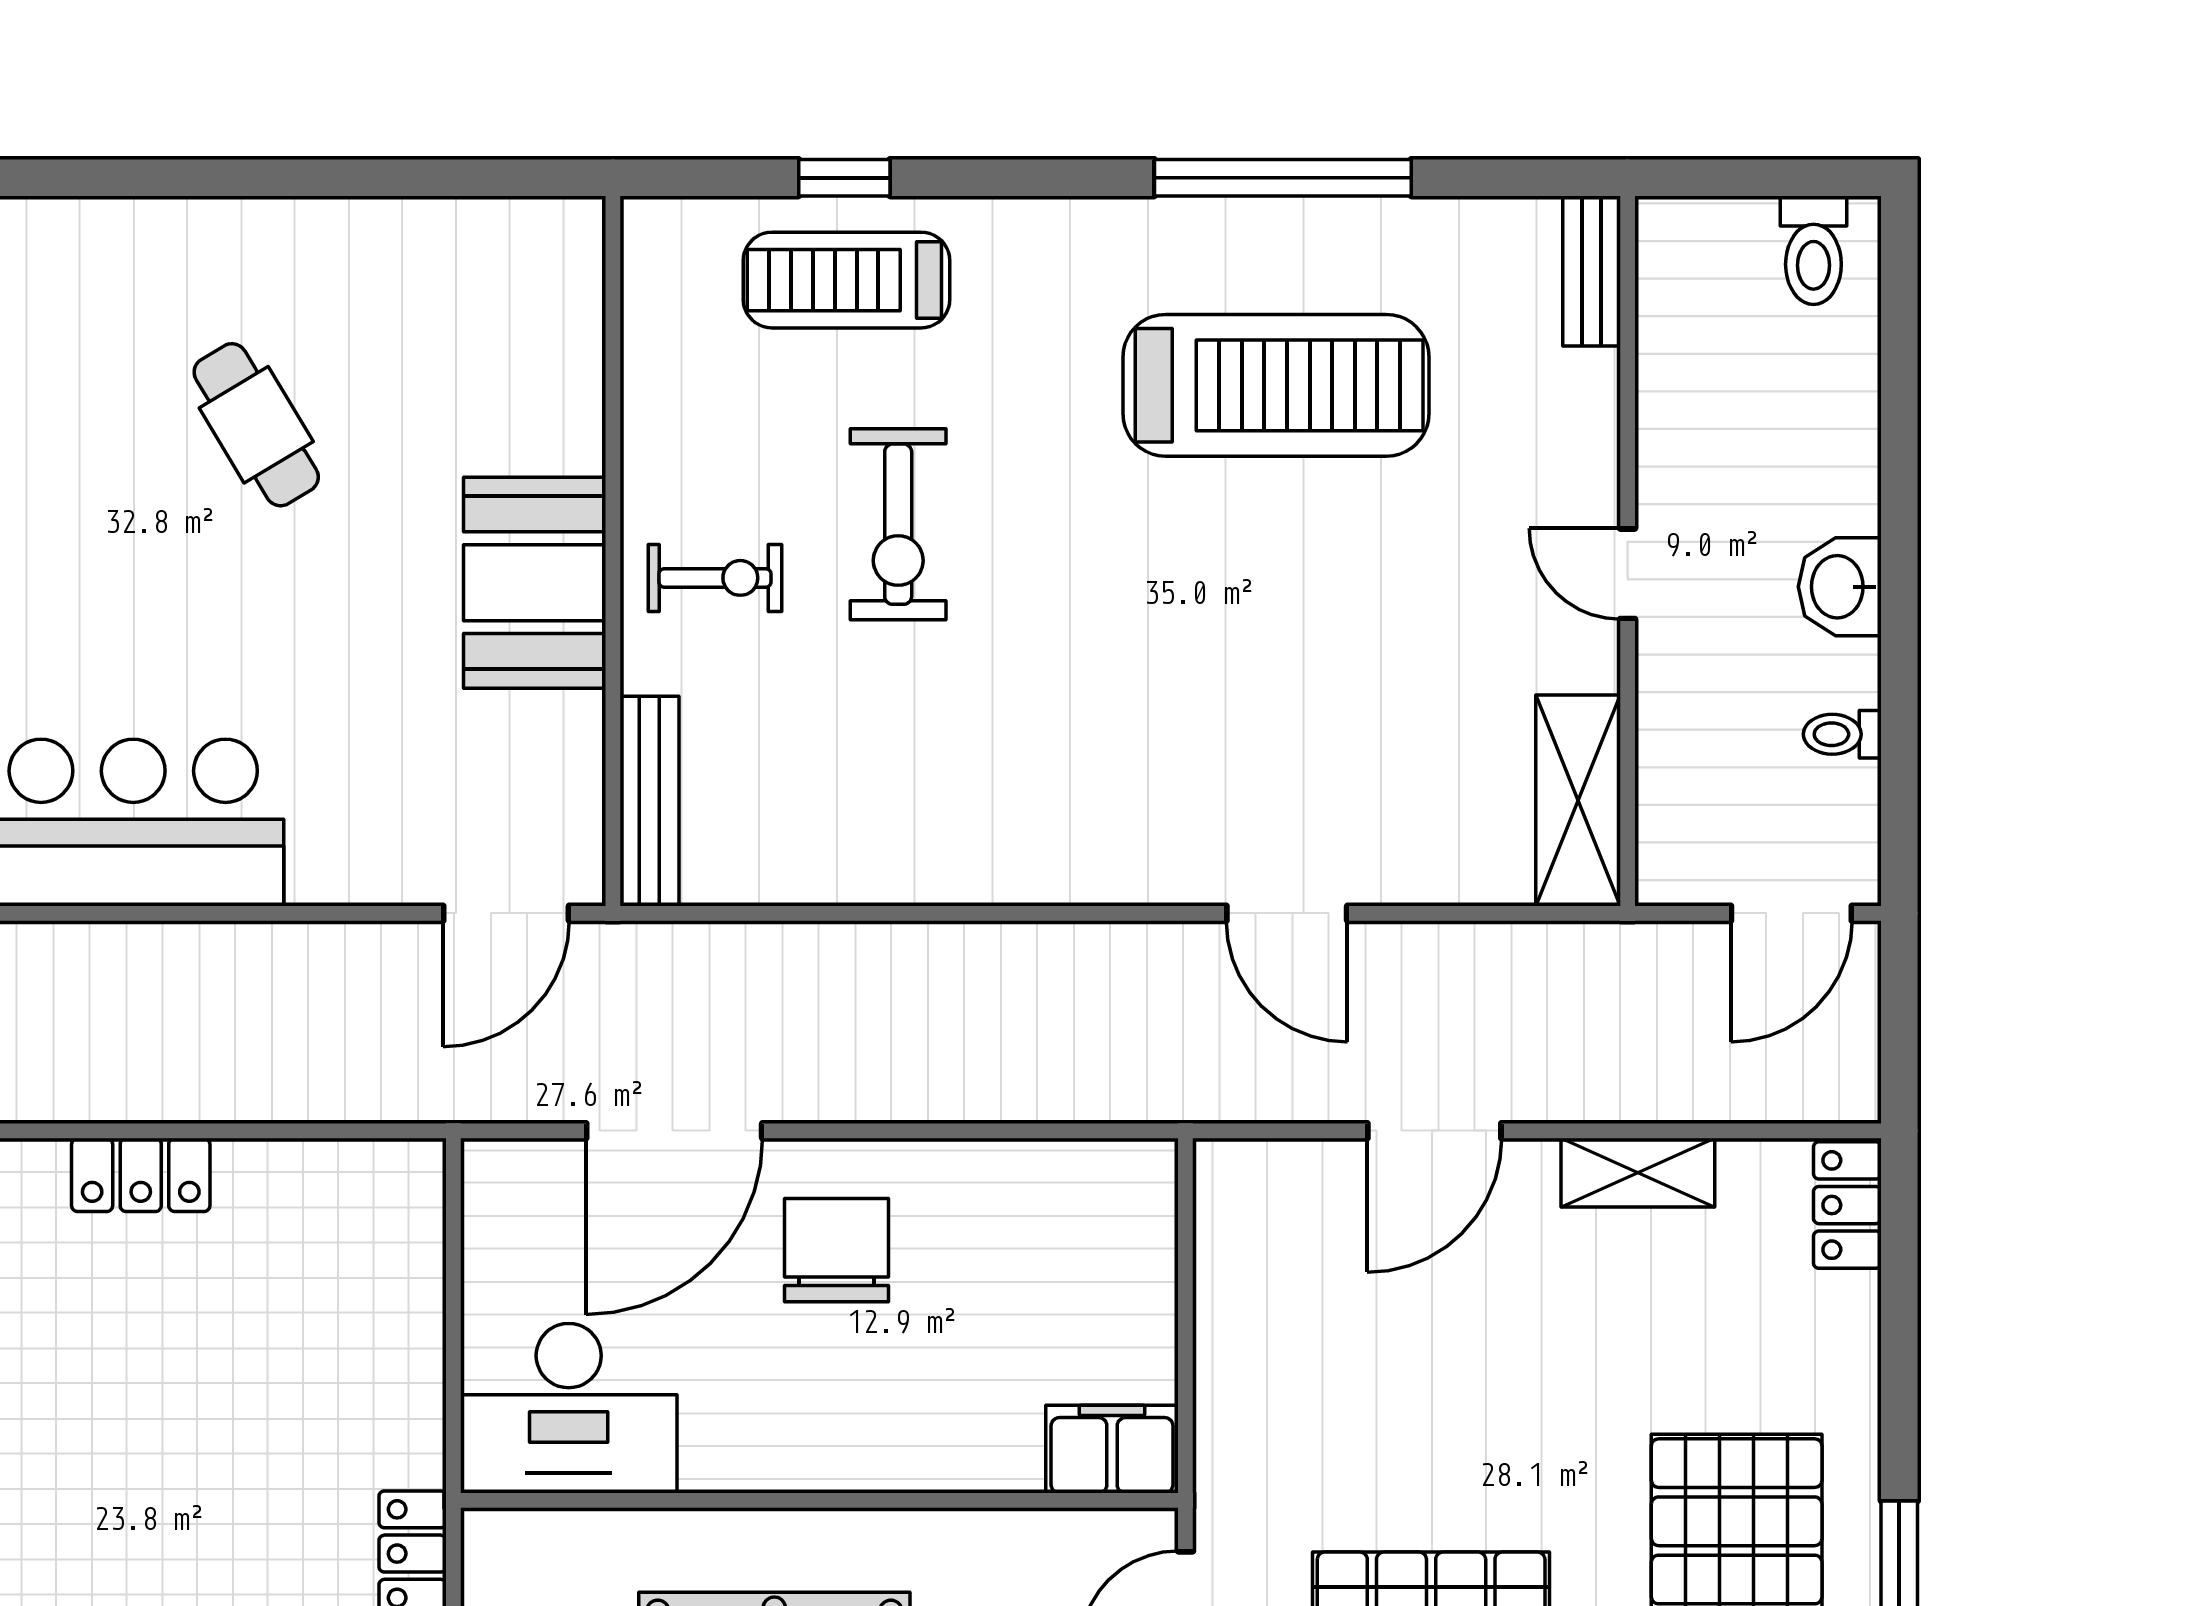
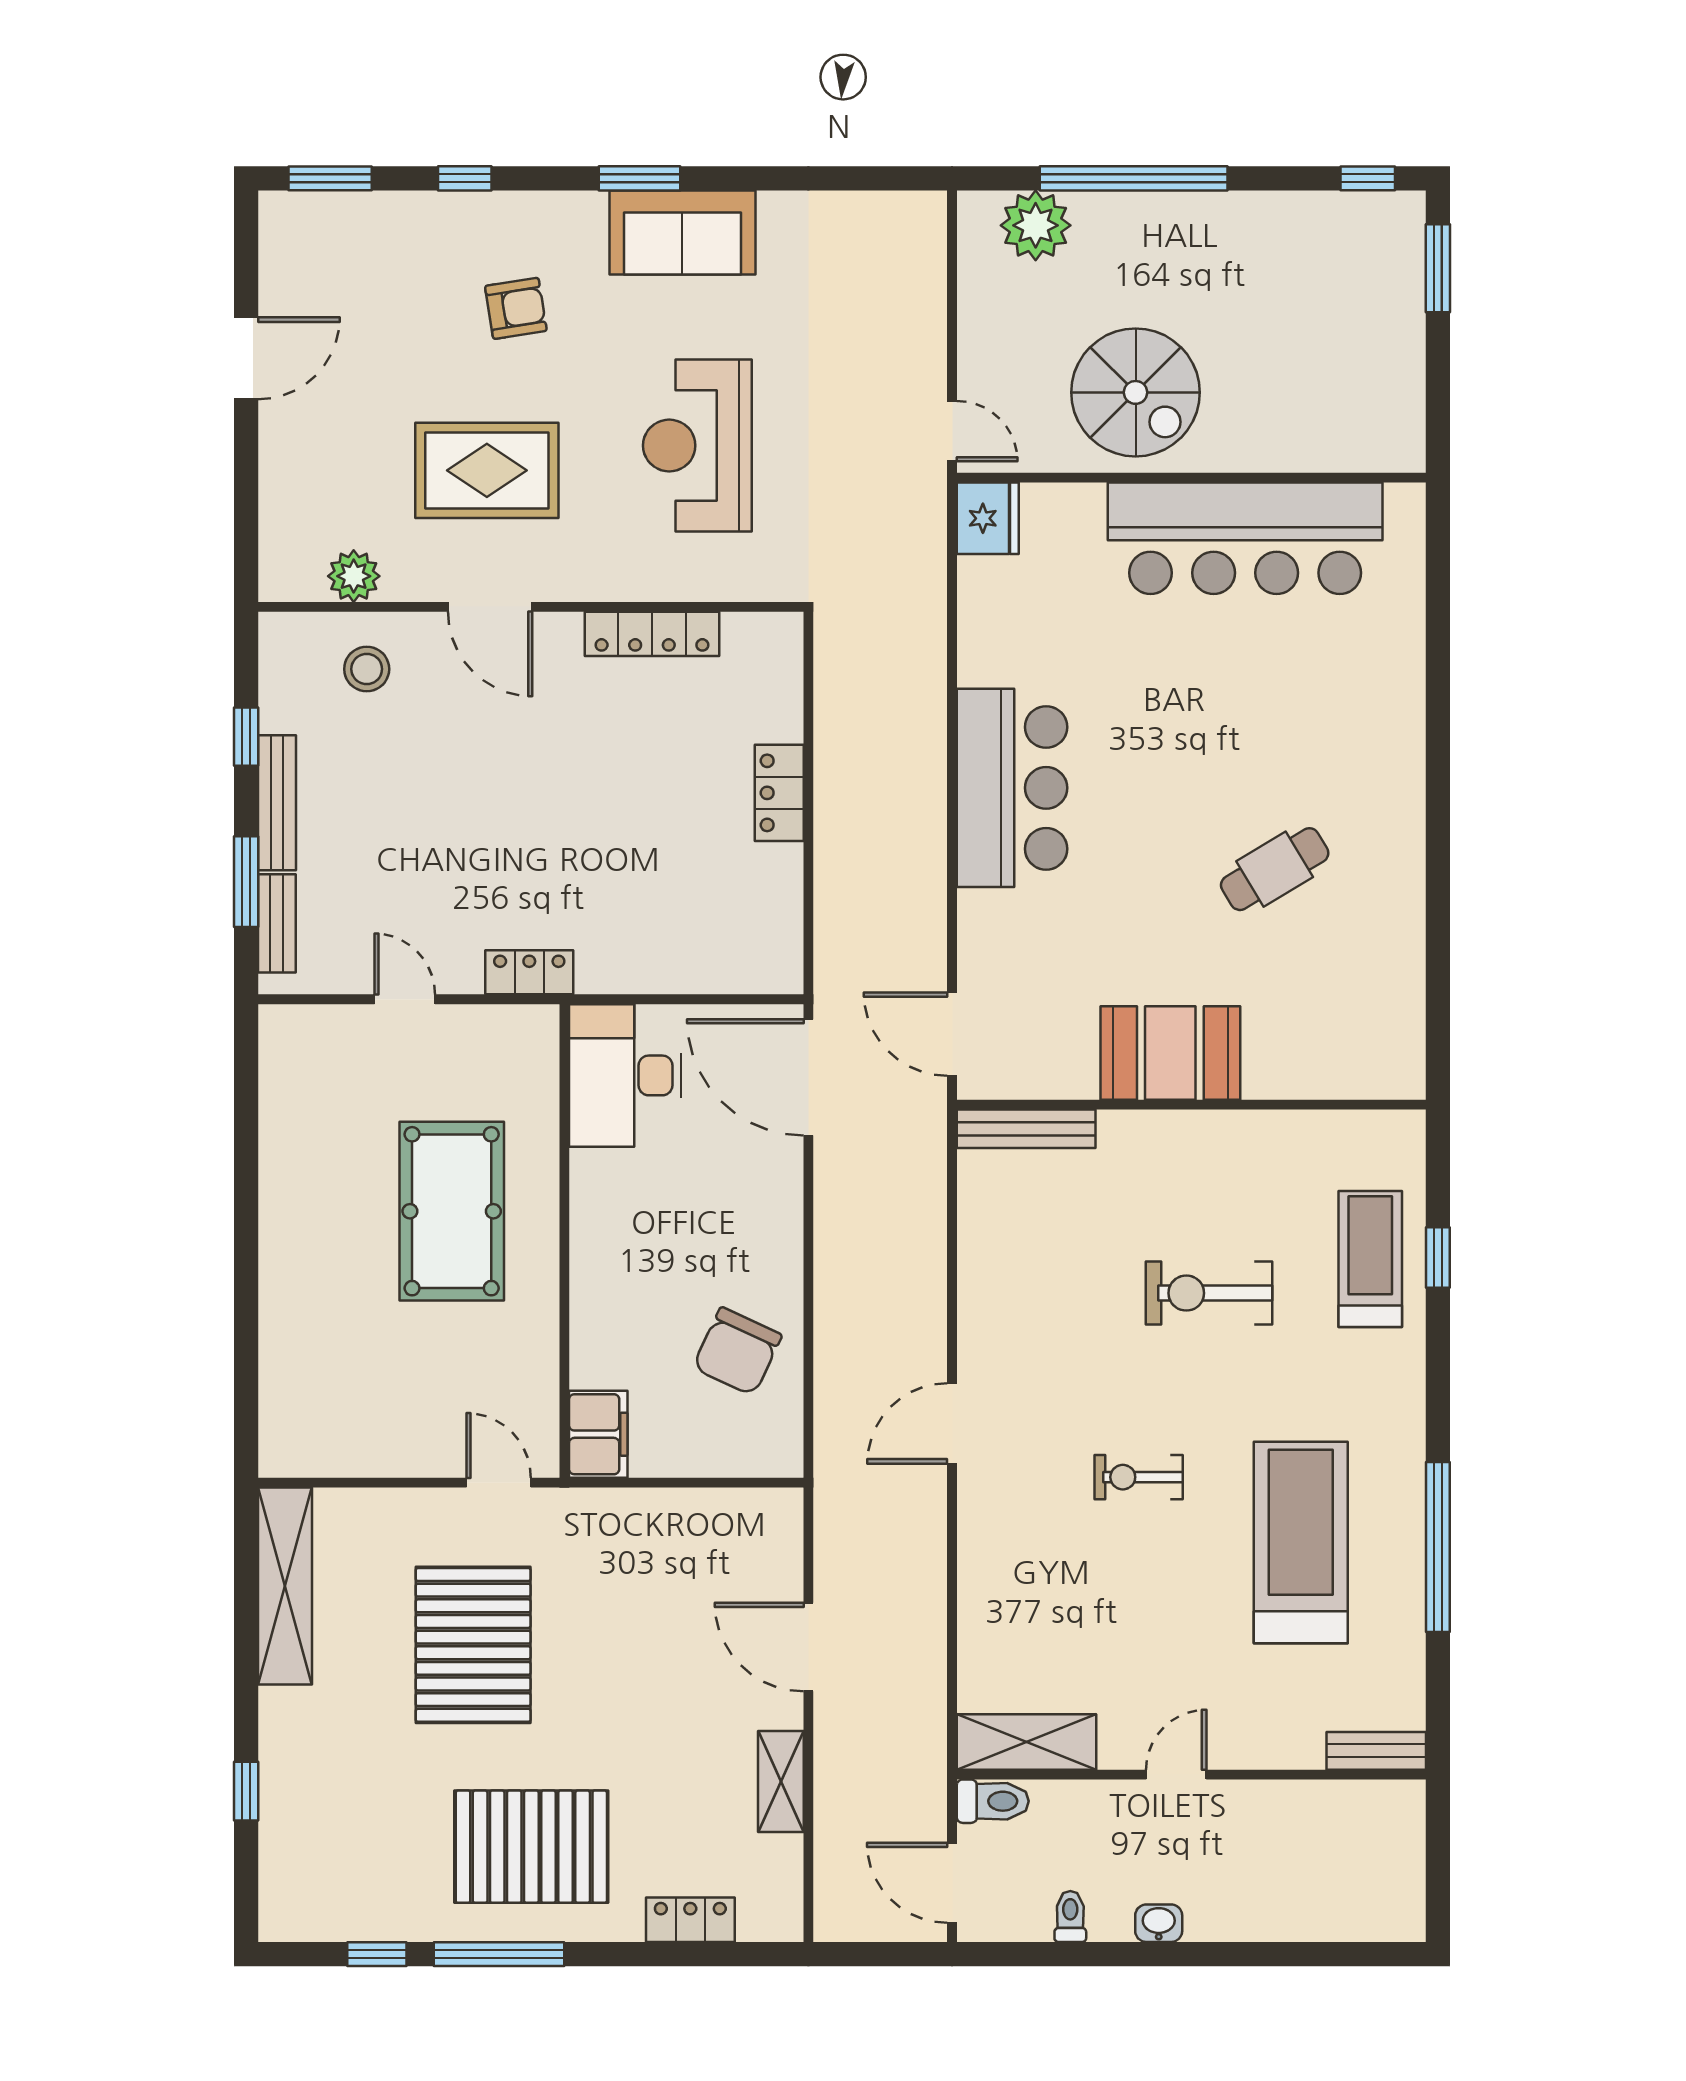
toilet: (1813, 250) -> (993, 1801), moved, turned 180
treadmill: (1276, 385) -> (1301, 1542), turned 180
exercise bike: (715, 578) -> (1139, 1477), moved, turned 90
washbasin: (1840, 587) -> (1159, 1923), width x0.72, depth x0.69
door: (1287, 913) -> (952, 1424), moved
door: (674, 1131) -> (808, 1077), moved
locker: (1847, 1205) -> (690, 1920), moved
chair: (836, 1250) -> (737, 1351), moved, turned 115

